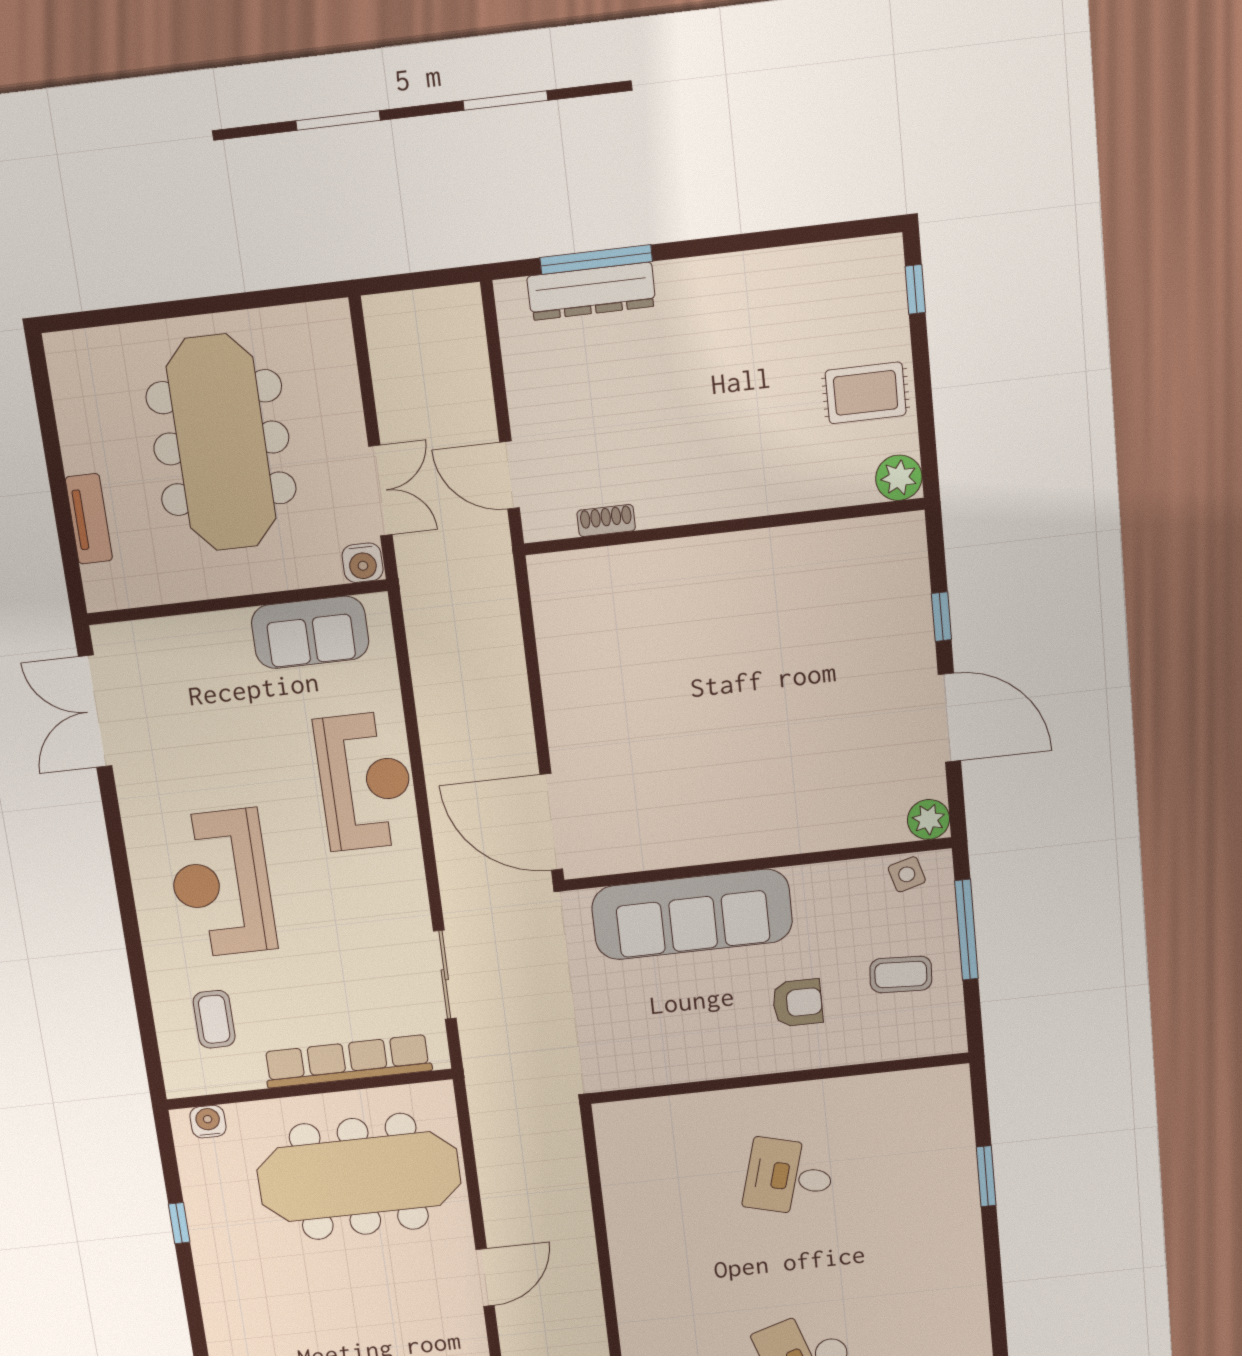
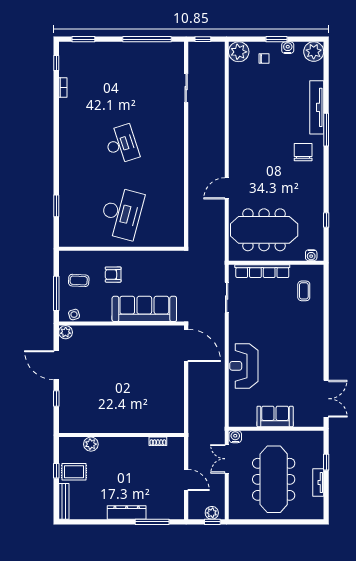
window: (400, 283) -> (212, 522), added
window: (915, 289) -> (56, 471), moved
dresser: (591, 291) -> (127, 512), moved
bench: (891, 293) -> (64, 501), added
plant: (406, 312) -> (212, 513), added
door: (510, 475) -> (186, 480), moved
plant: (899, 478) -> (91, 444), moved
window: (63, 516) -> (326, 462), added
tv unit: (89, 519) -> (318, 482), moved
sofa: (310, 632) -> (275, 416), moved
reception desk: (221, 883) -> (295, 337), removed
desk: (789, 1177) -> (122, 213), width x1.87, depth x1.30

